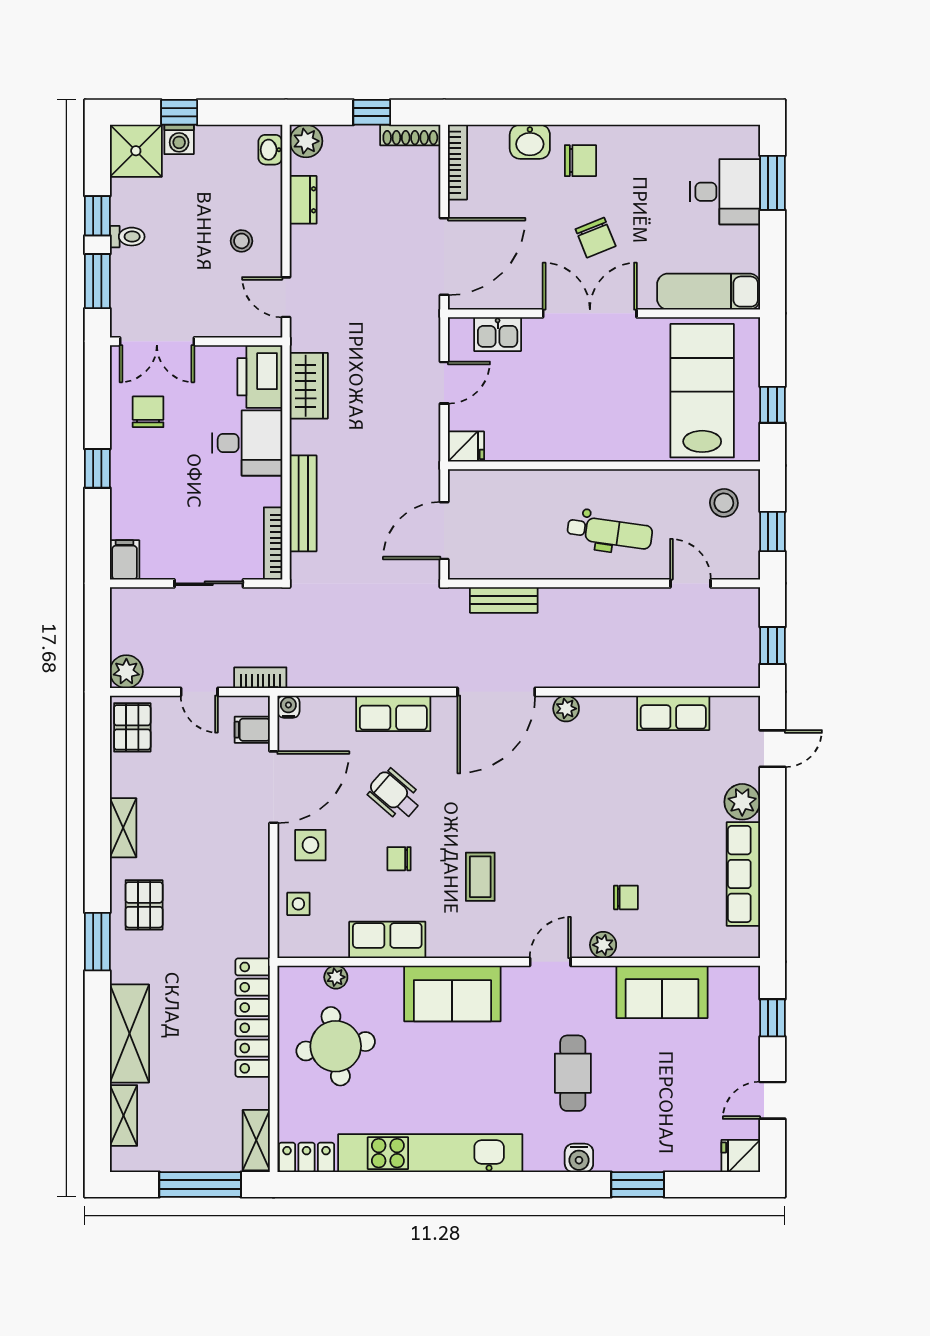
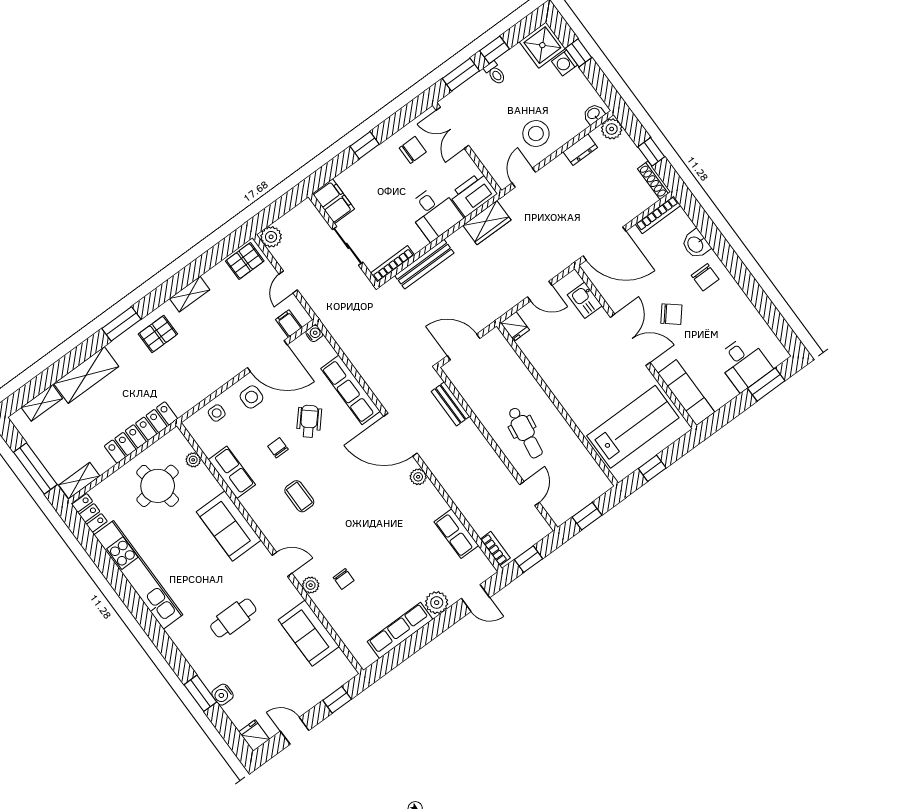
chair: (596, 238) -> (671, 314), turned -118
stool: (241, 241) -> (536, 133), width x1.89, depth x1.89
stool: (724, 503) -> (583, 480), removed
filing cabinet: (125, 560) -> (333, 201), width x2.00
bookcase: (260, 678) -> (495, 549), moved
row of seats: (393, 713) -> (350, 390), width x1.48
coffee table: (480, 877) -> (299, 496), turned 90
water cooler: (579, 1158) -> (222, 695), moved

